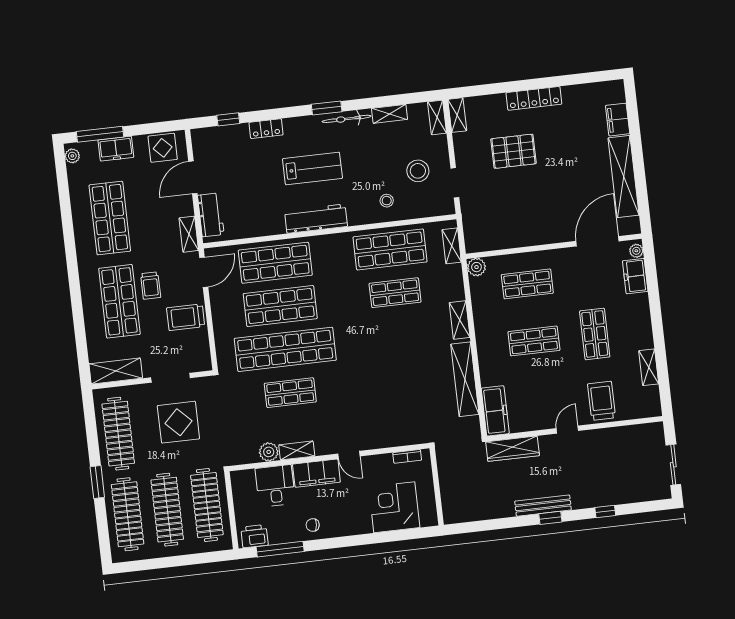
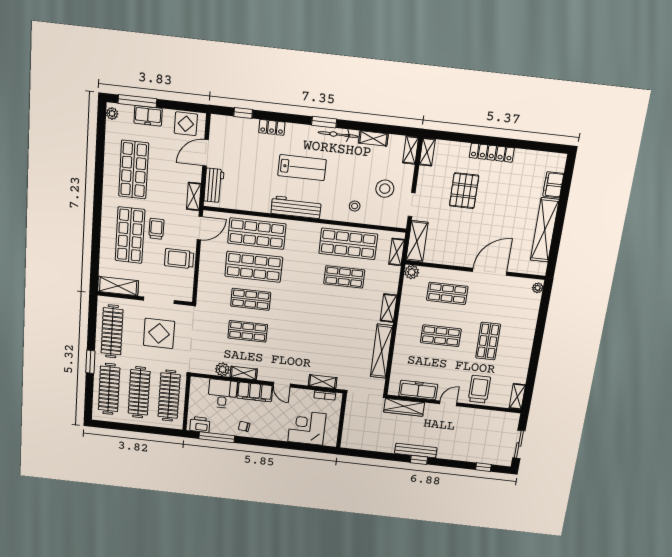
pallet: (513, 151) -> (464, 191), turned 90
shelving: (473, 227) -> (417, 241), added
door: (598, 241) -> (490, 272), moved
freezer: (635, 276) -> (531, 306), removed
trolley: (151, 286) -> (156, 229), turned 180
shop shelf: (285, 349) -> (251, 299), width x0.50, depth x0.74
shelving: (649, 367) -> (517, 397), moved
freezer: (495, 411) -> (418, 390), moved, turned -90
shelving: (400, 438) -> (323, 382), added
window: (605, 511) -> (483, 467), moved

